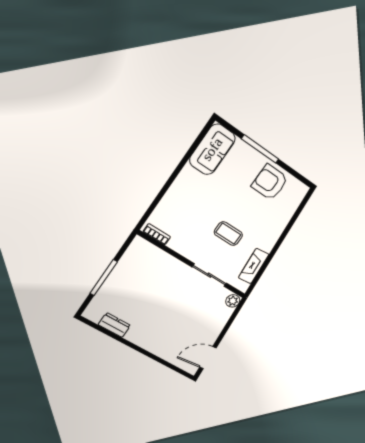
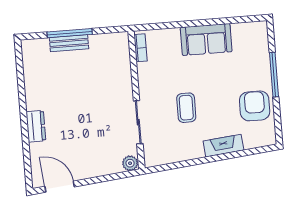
sofa: (212, 149) -> (206, 39), moved
fireplace: (254, 266) -> (223, 146), moved
bench: (111, 283) -> (69, 43), added
dresser: (114, 325) -> (36, 126), moved

